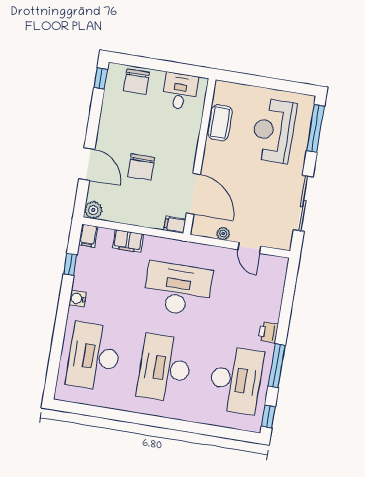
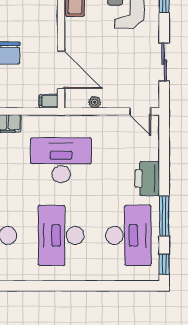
sliding door: (303, 203) -> (164, 62), width x0.73
door: (249, 248) -> (140, 111), moved
printer: (268, 332) -> (147, 179), width x1.87, depth x1.48

